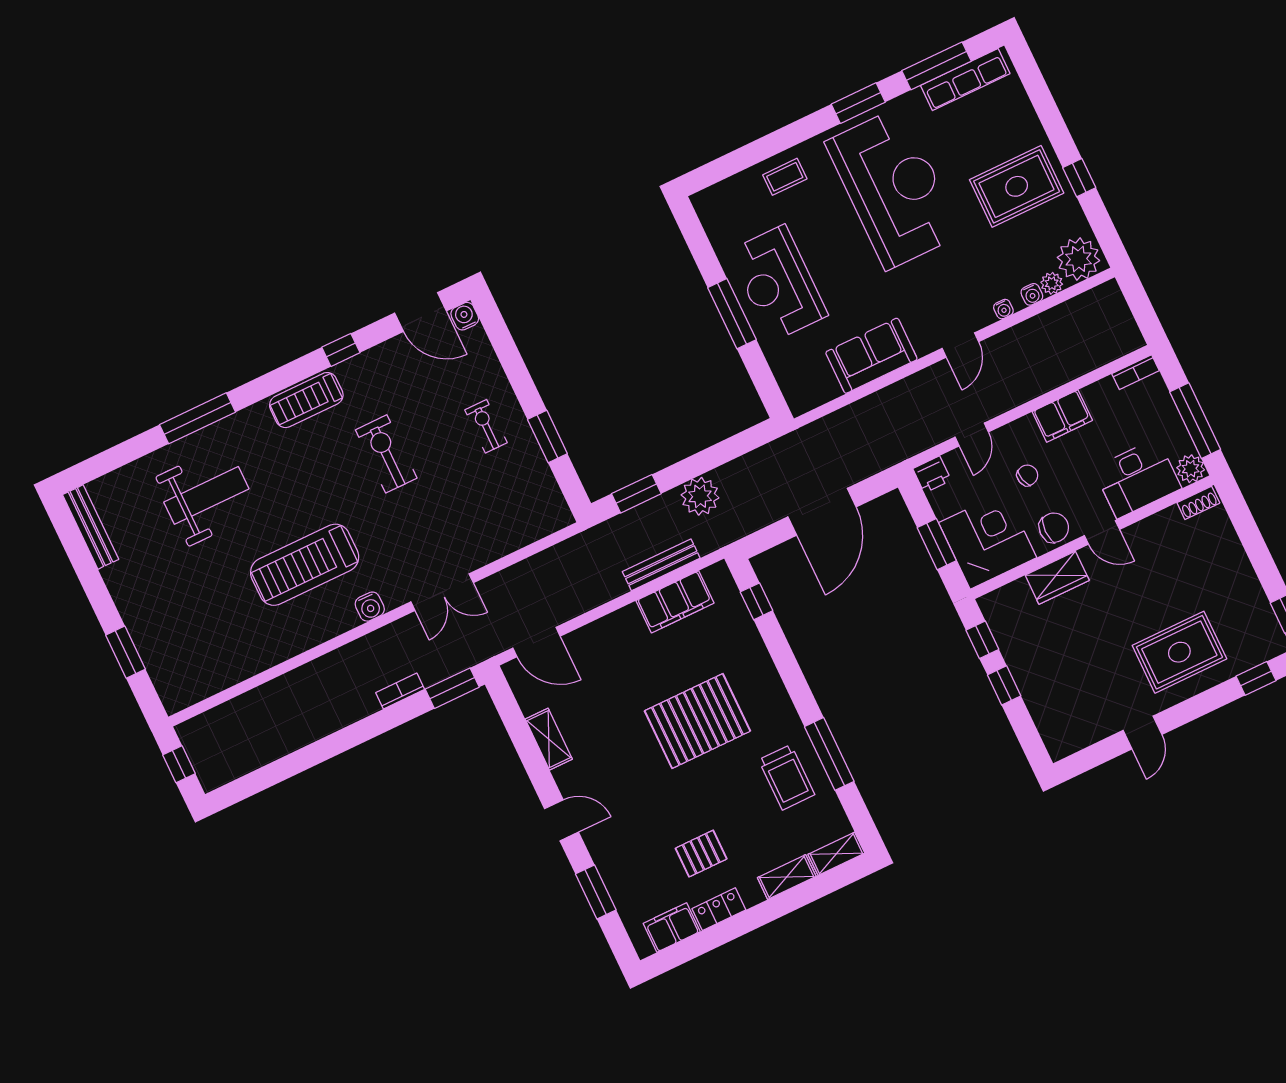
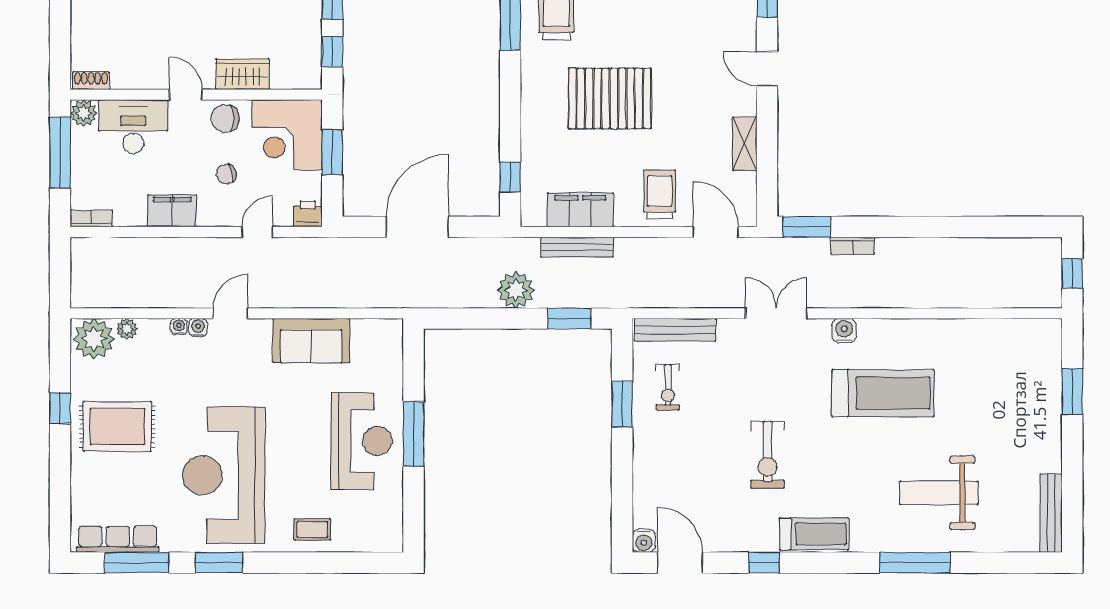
water cooler: (1032, 294) -> (198, 328), moved
exercise bike: (486, 426) -> (668, 387), moved
bench: (531, 531) -> (675, 330), added
trolley: (607, 652) -> (660, 194), added

